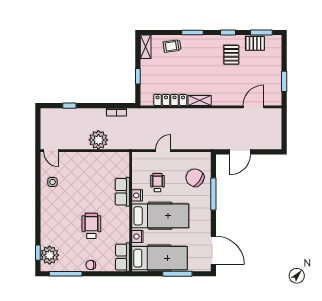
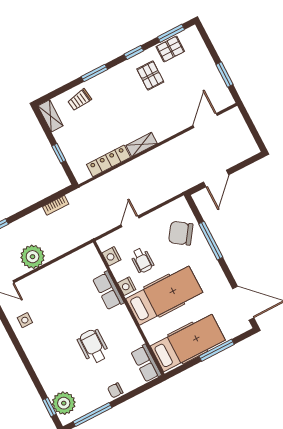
plant: (98, 140) -> (33, 257), moved
wheelchair: (158, 183) -> (142, 260), turned 180
nightstand: (137, 236) -> (111, 256), moved

